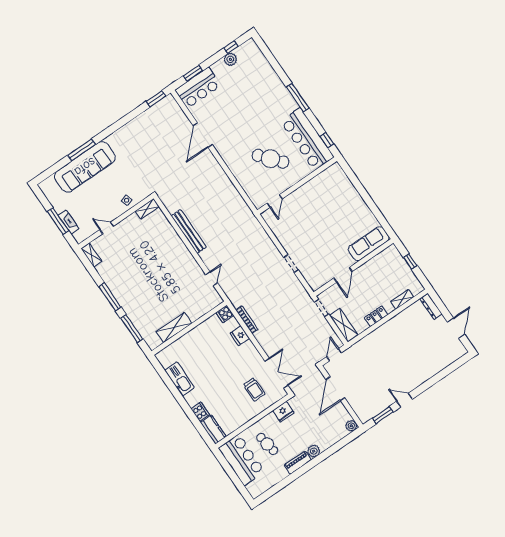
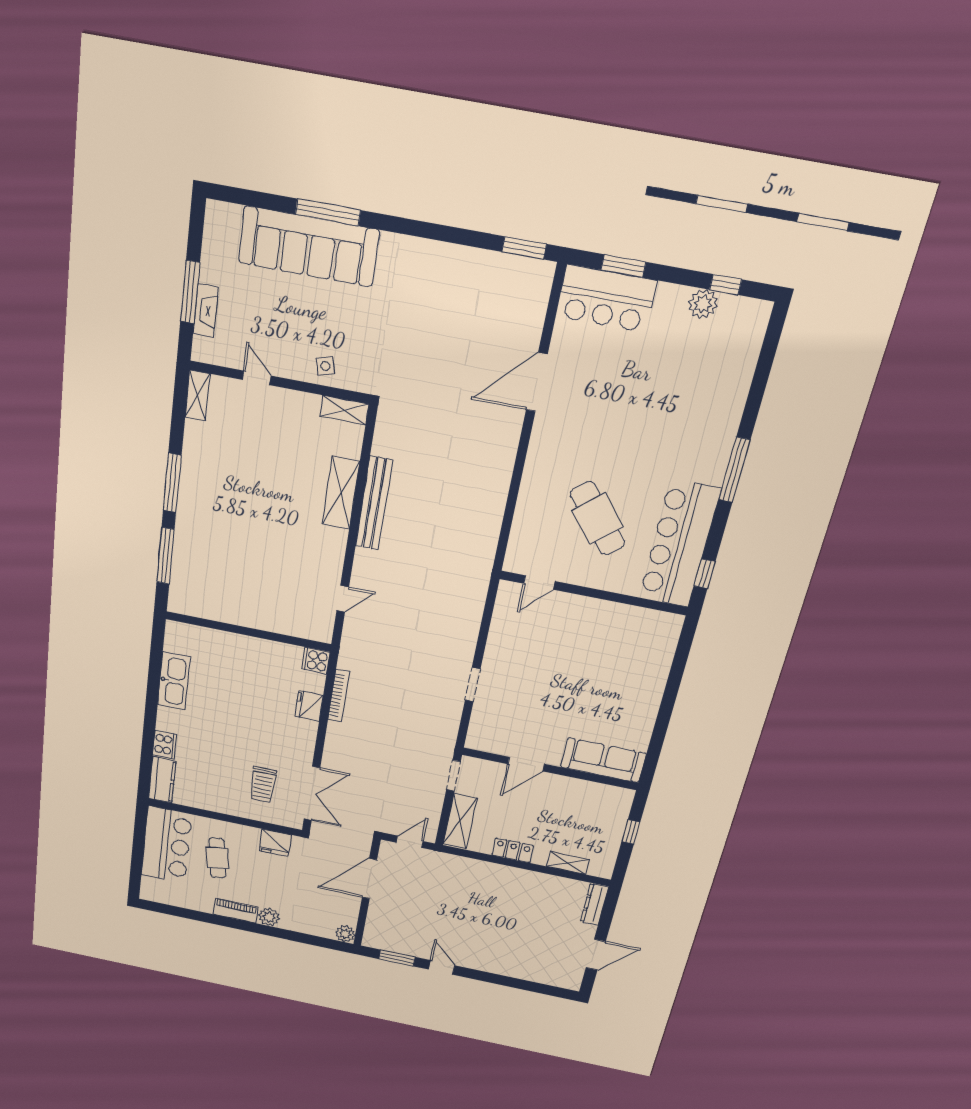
shelving: (174, 328) -> (341, 493), moved, turned 90

